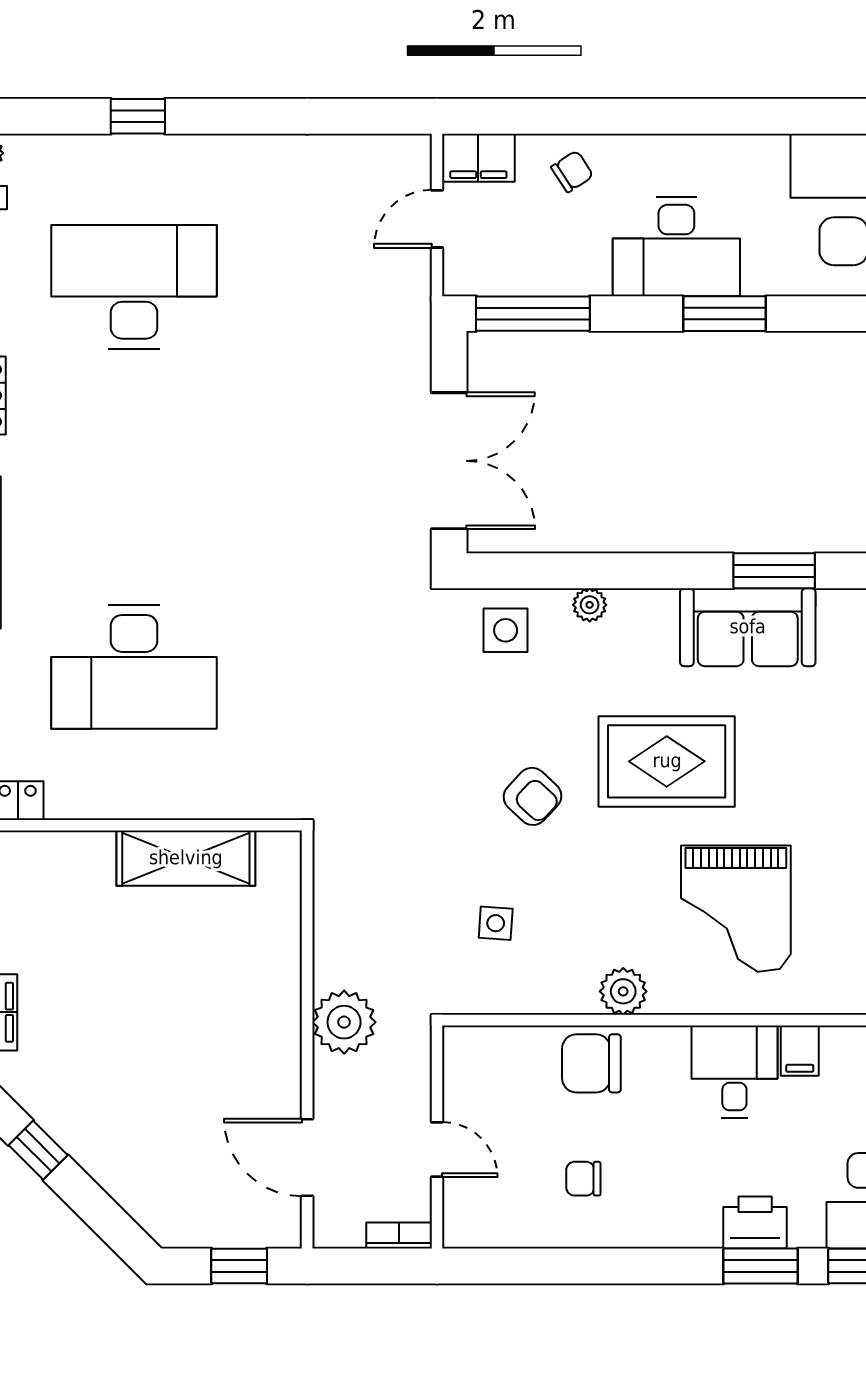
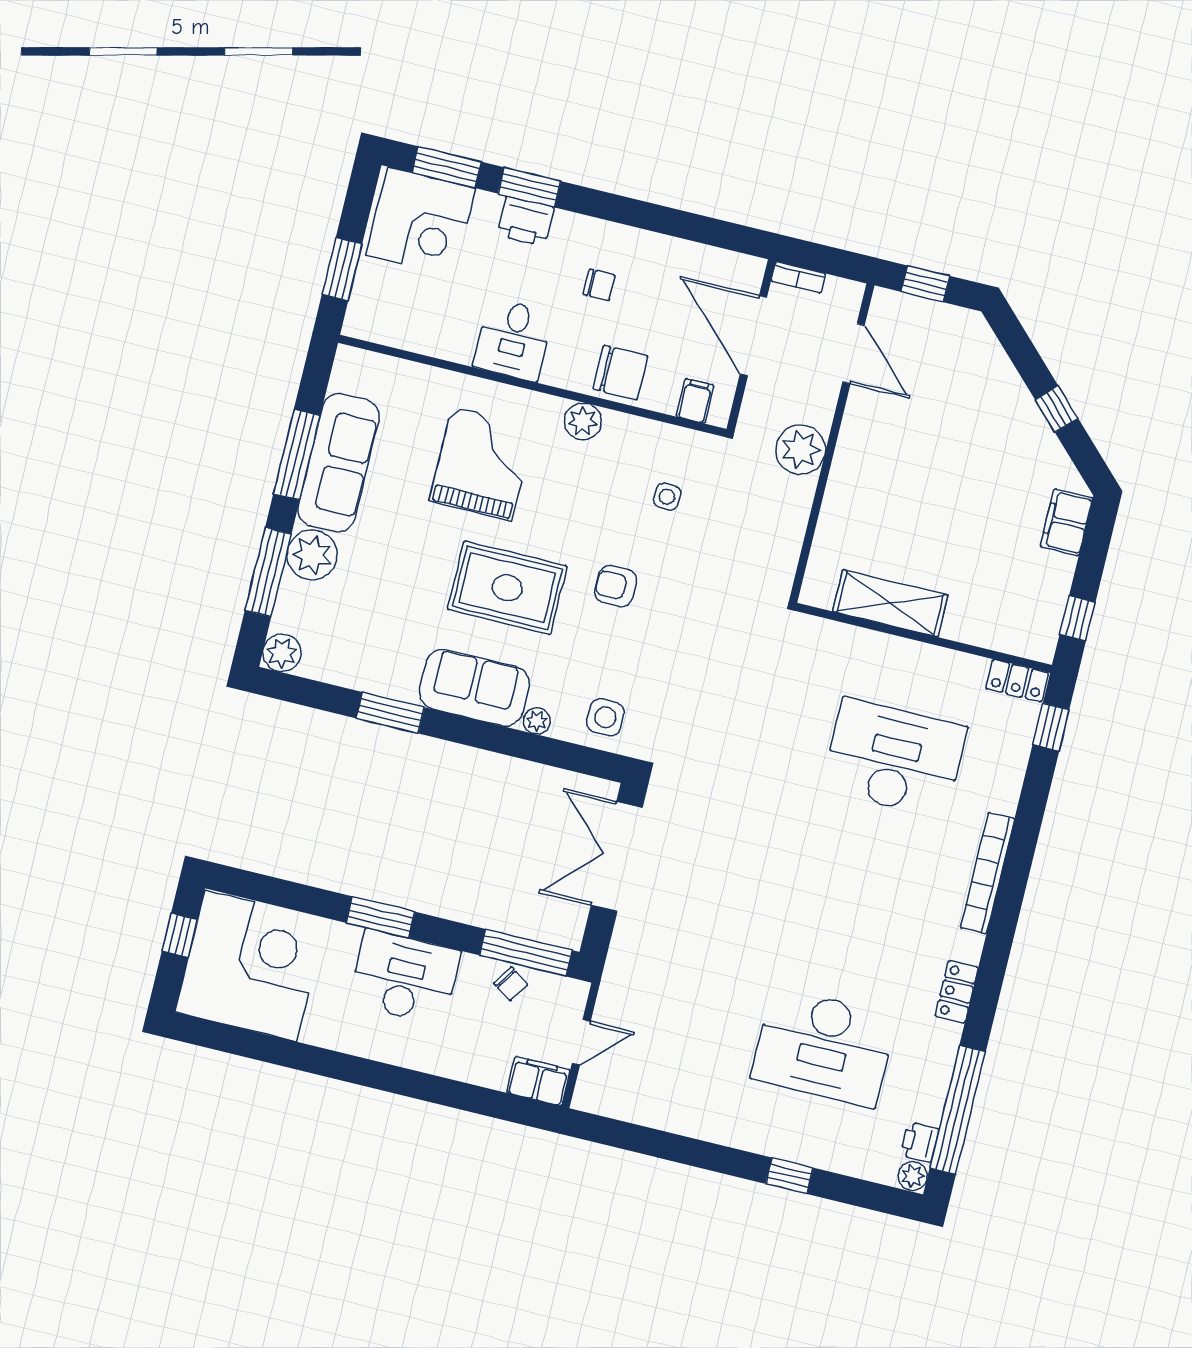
chair: (572, 171) -> (511, 984), moved, turned -113
sofa: (748, 627) -> (474, 688), moved
armchair: (532, 796) -> (616, 586), turned -43
filing cabinet: (800, 1051) -> (695, 401), moved
door: (437, 1150) -> (753, 336), width x1.87
chair: (583, 1179) -> (599, 285), moved

